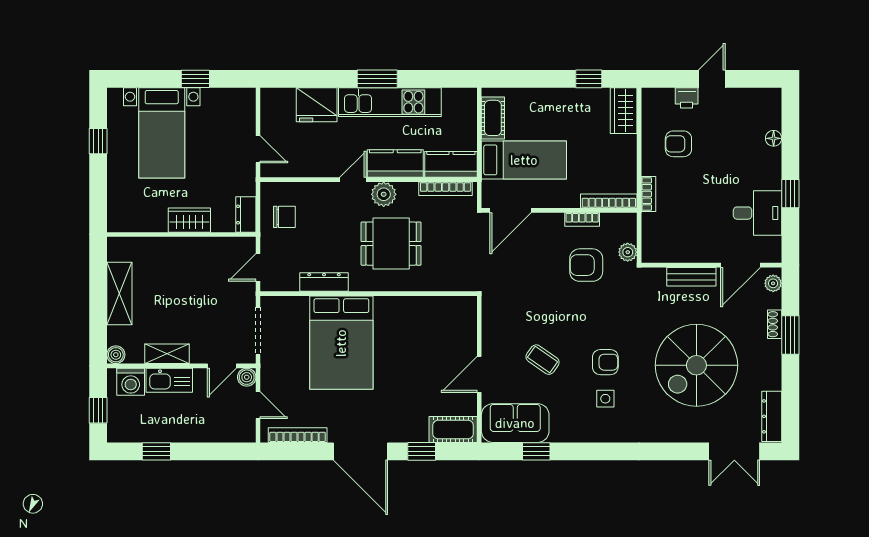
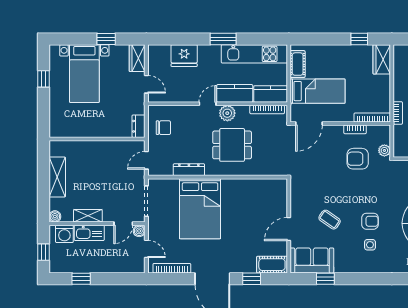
kitchen unit: (390, 102) -> (254, 54), moved
wardrobe: (189, 220) -> (137, 58), moved, turned -90

